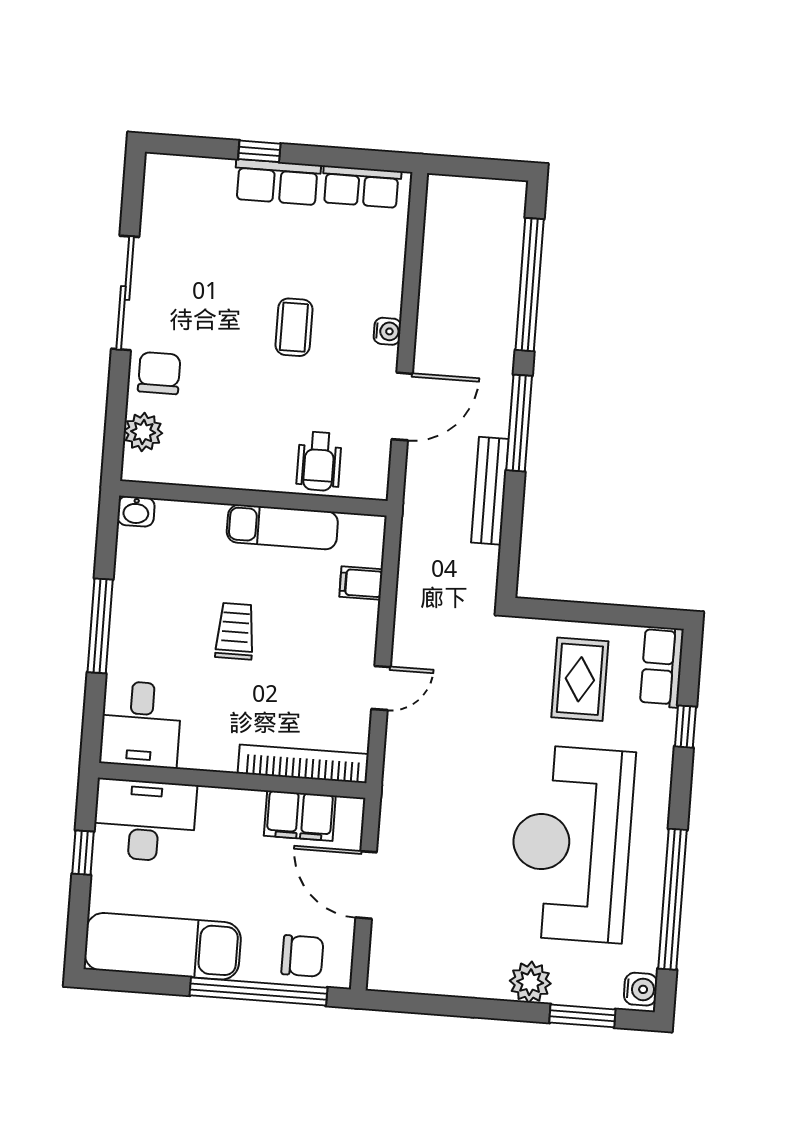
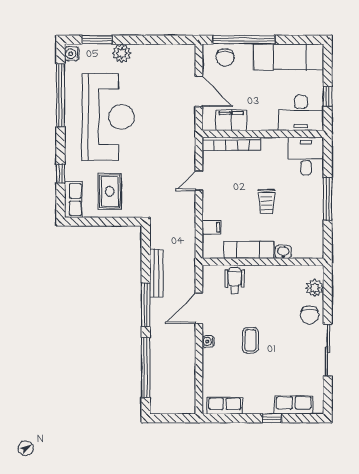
row of seats: (277, 182) -> (294, 405), moved
washbasin: (136, 511) -> (283, 252), moved
chair: (302, 956) -> (225, 57), turned -90

